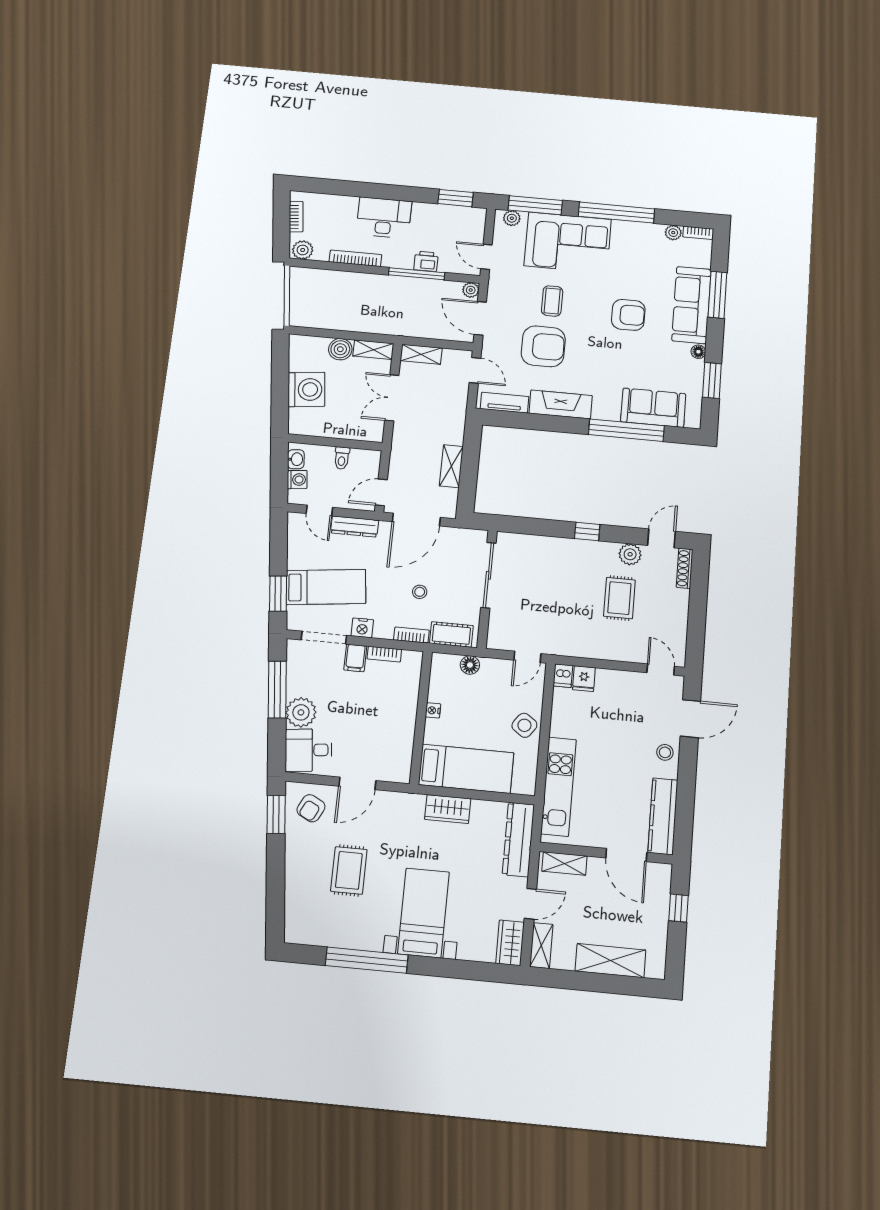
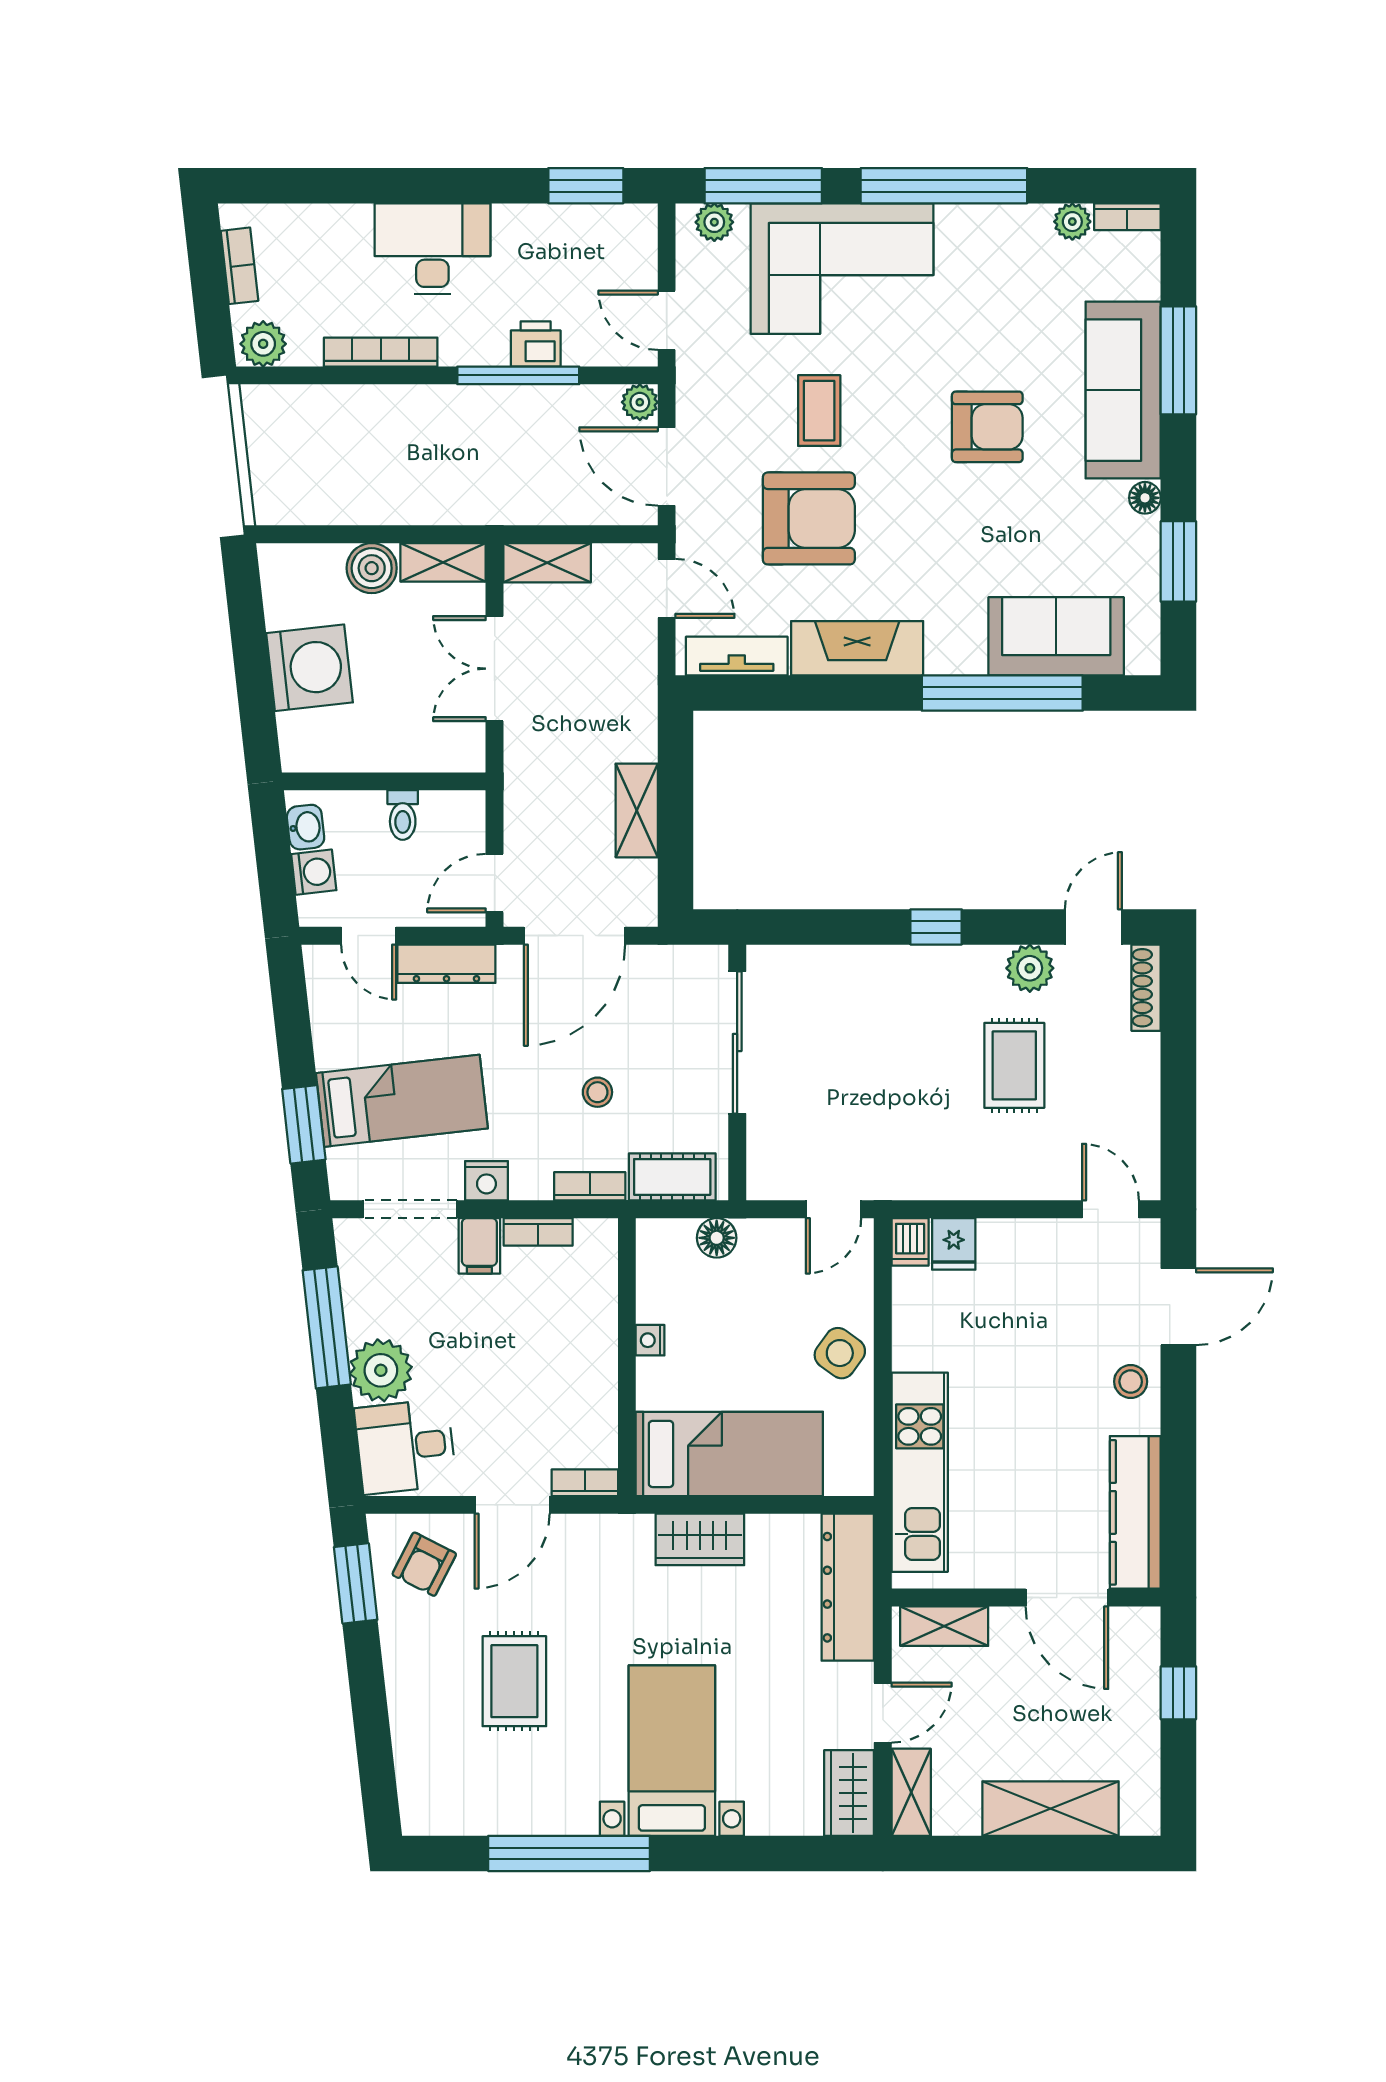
bookcase: (394, 776) -> (585, 1483), added

